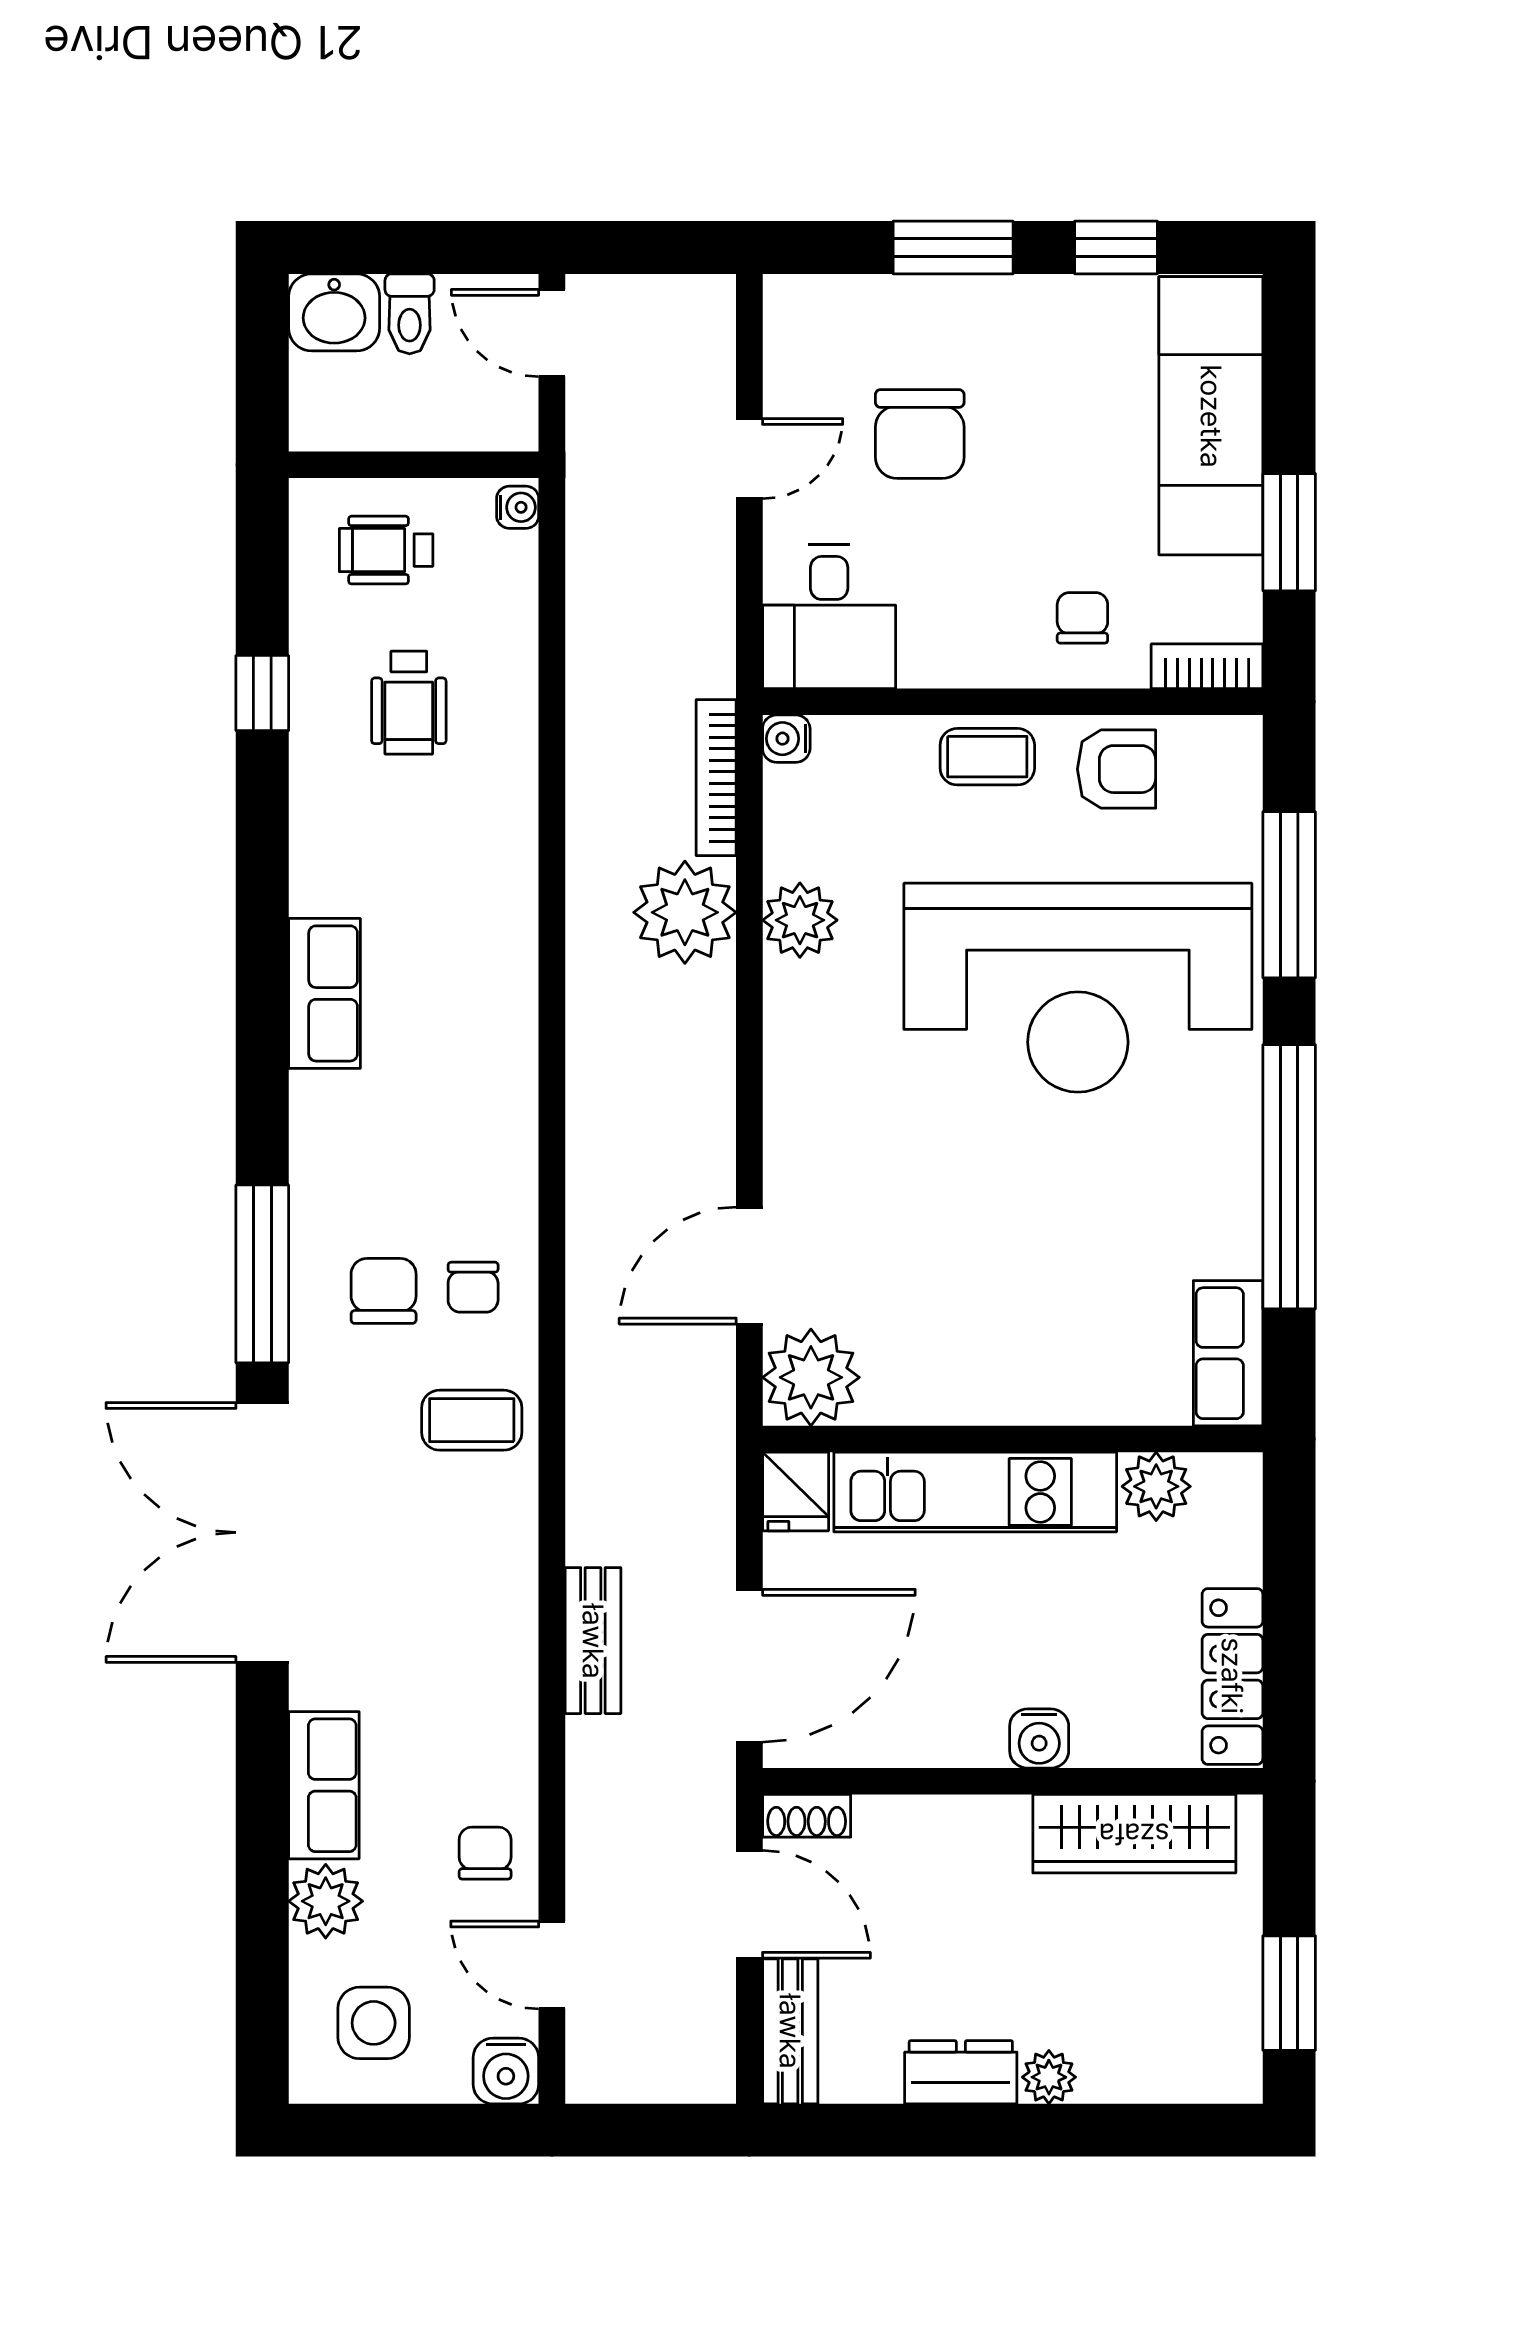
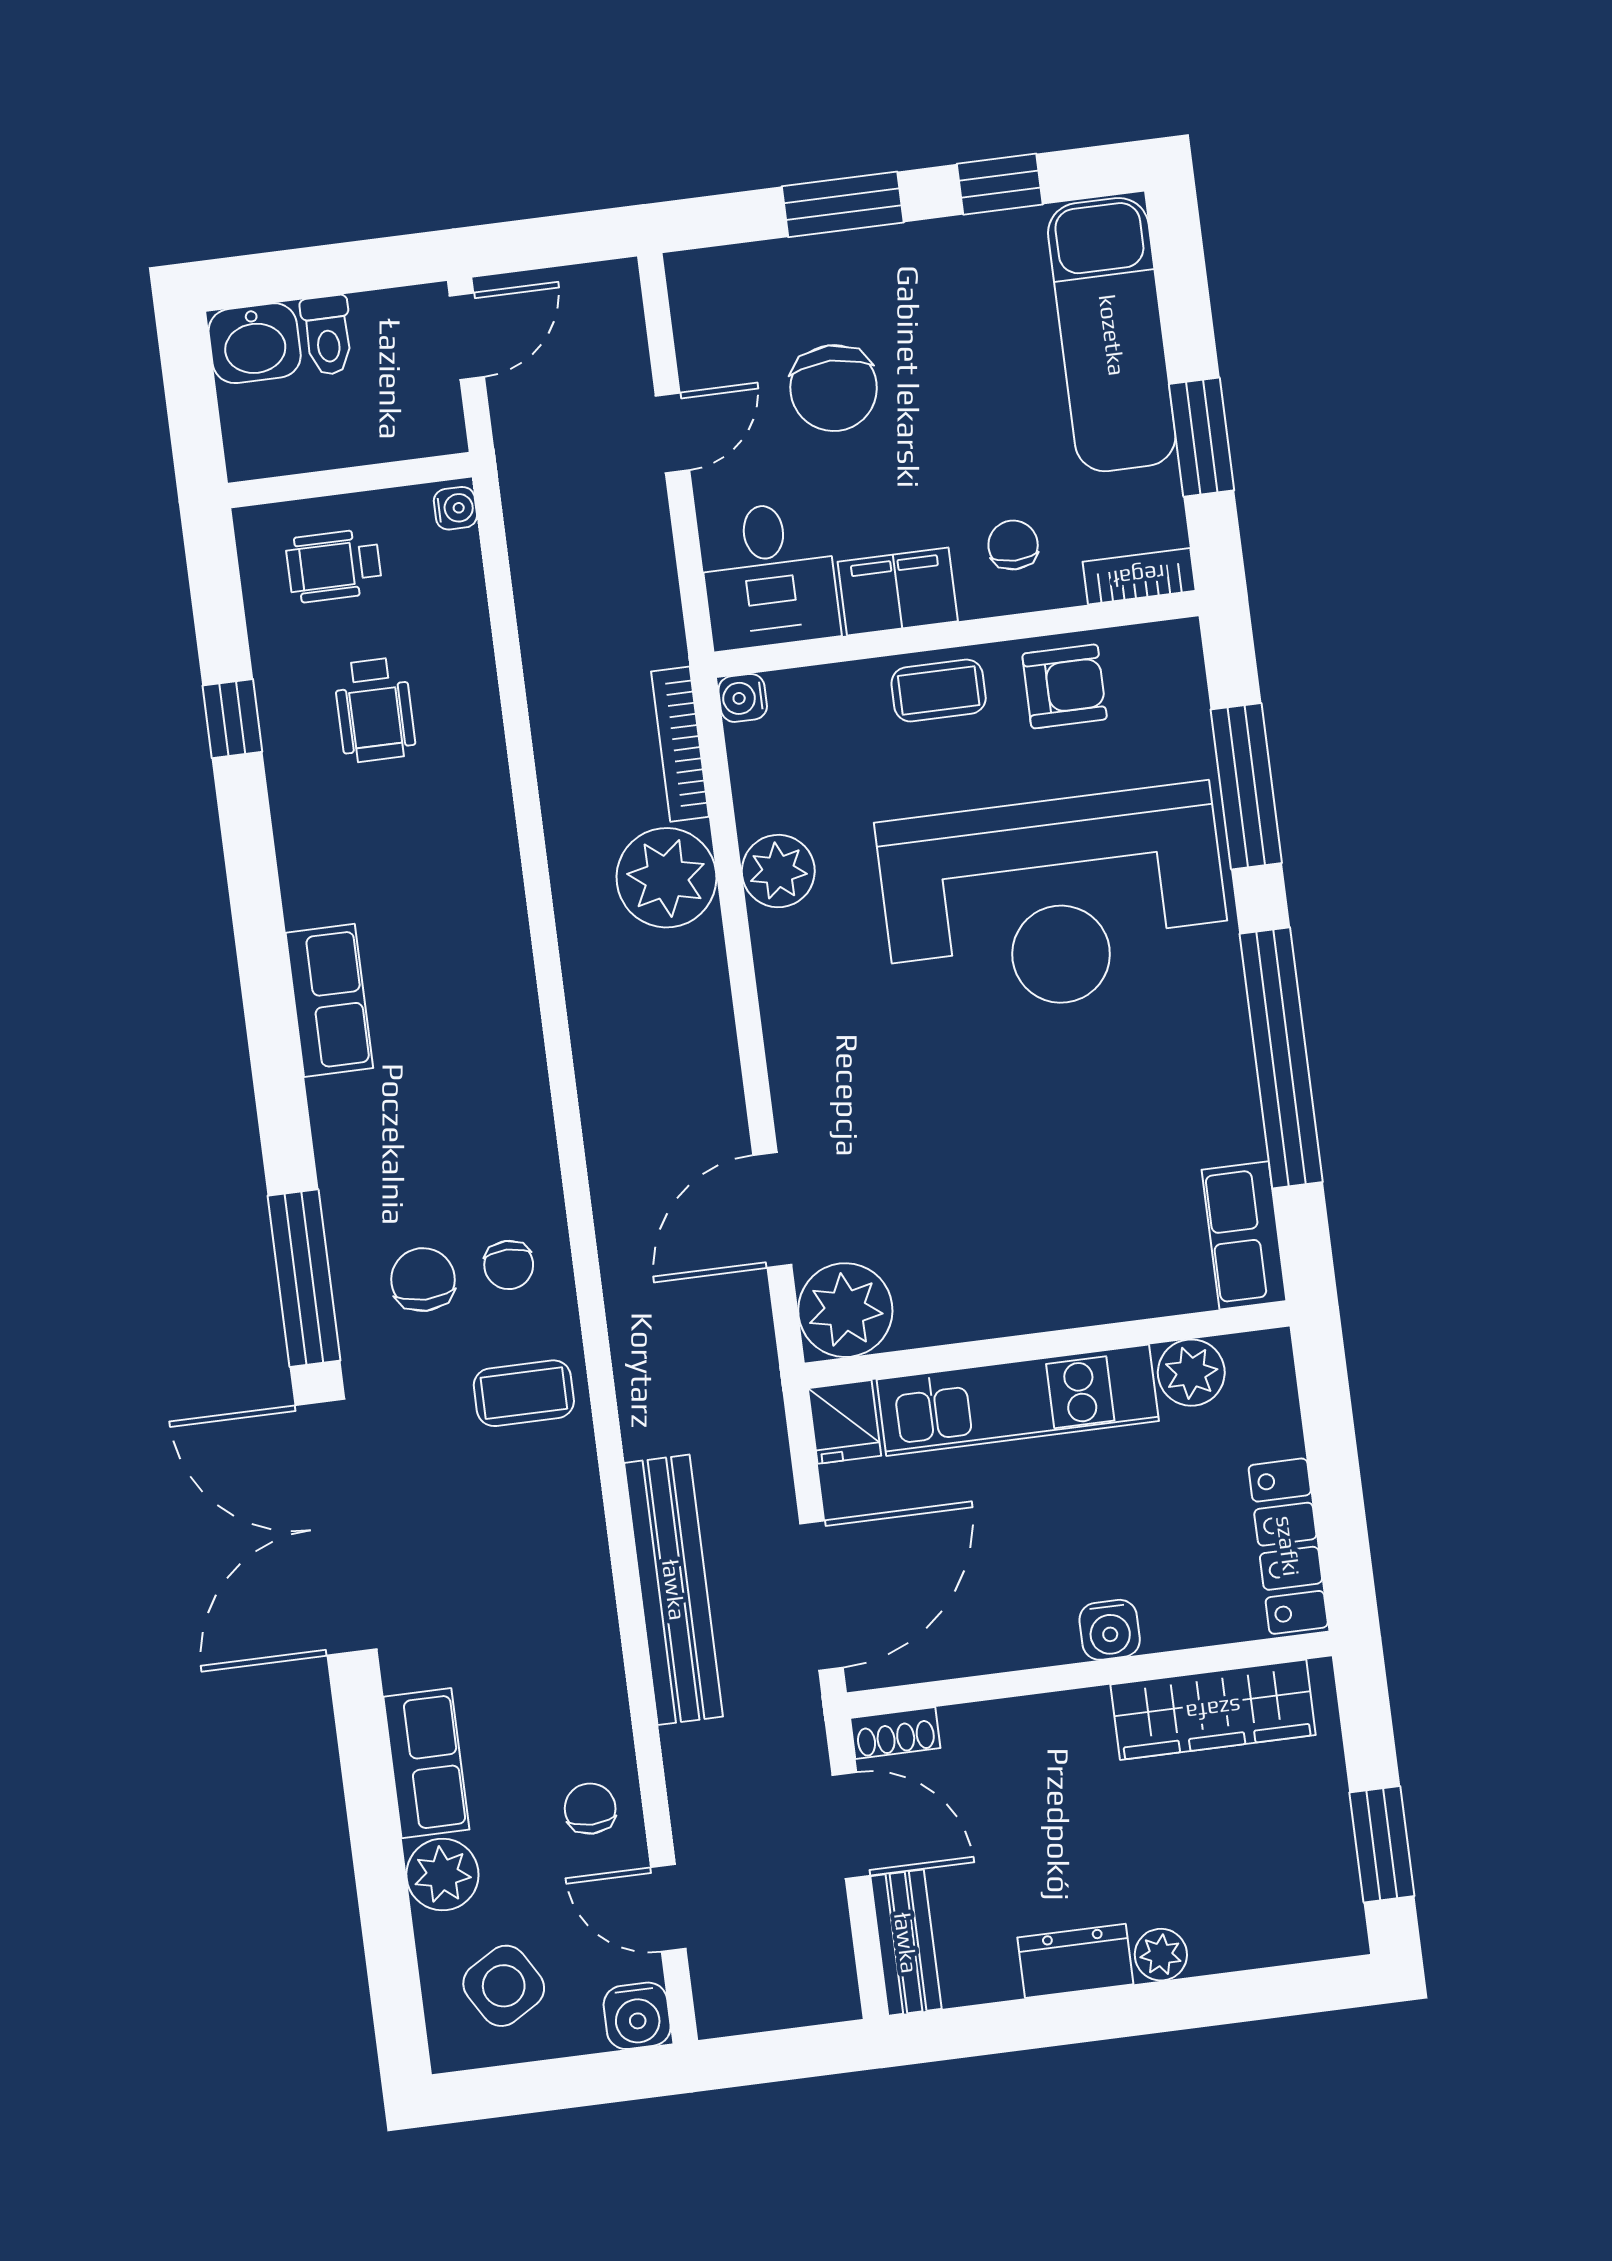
door: (552, 333) -> (467, 336), swing flipped
filing cabinet: (959, 650) -> (898, 591), added
bench: (593, 1641) -> (674, 1590), width x1.86, depth x1.21
side table: (374, 2023) -> (504, 1986), turned -31

